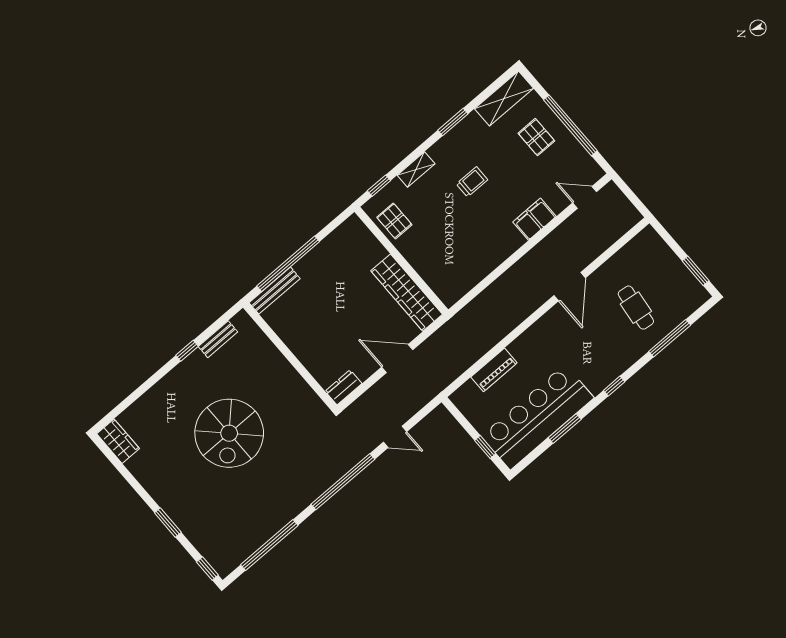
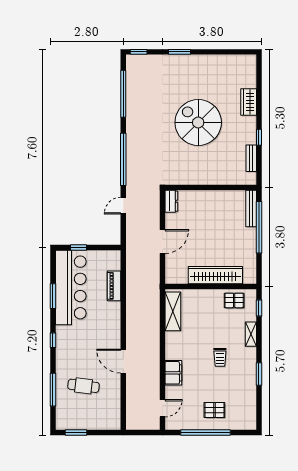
shelving: (504, 99) -> (173, 311), moved
wardrobe: (407, 293) -> (215, 275), moved
wardrobe: (118, 441) -> (249, 102), moved, turned 90

